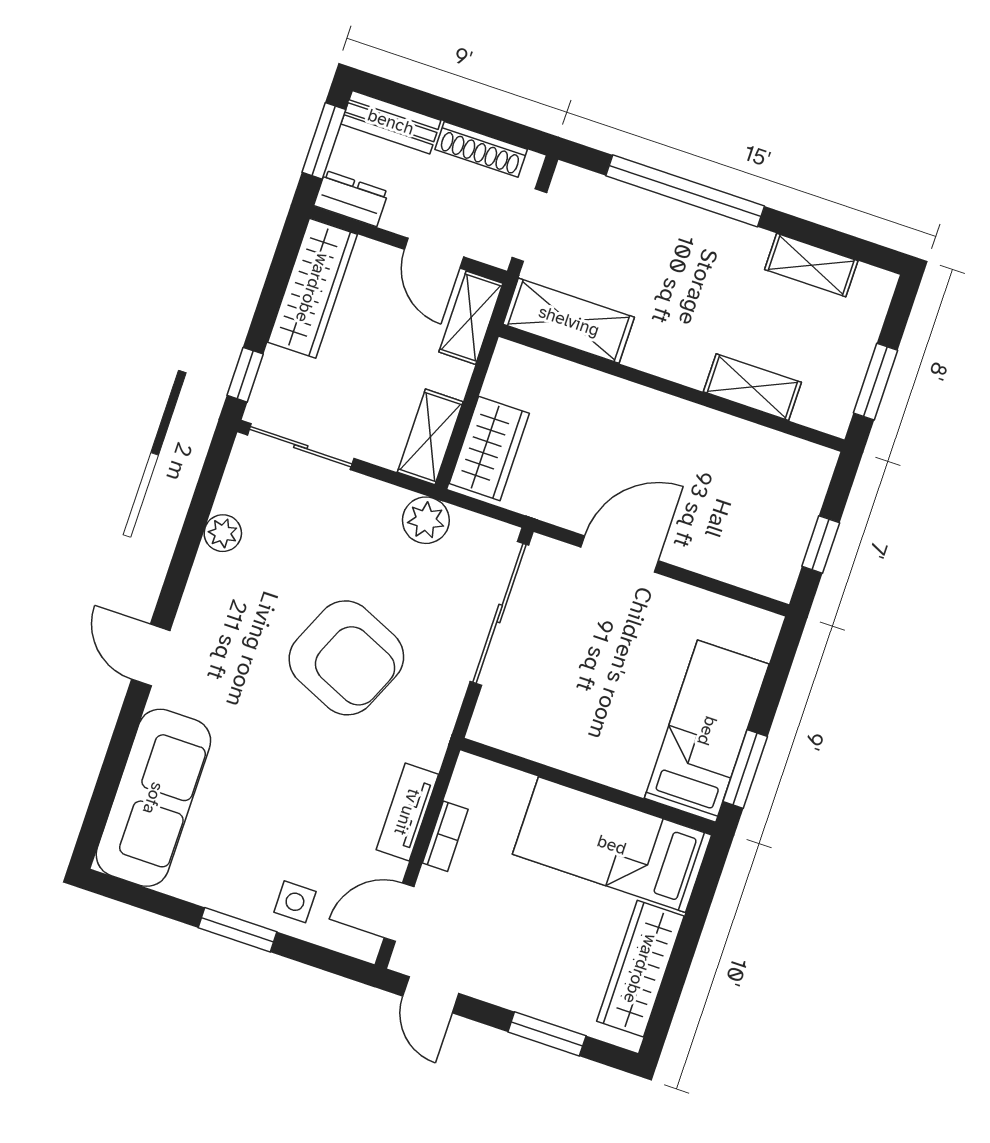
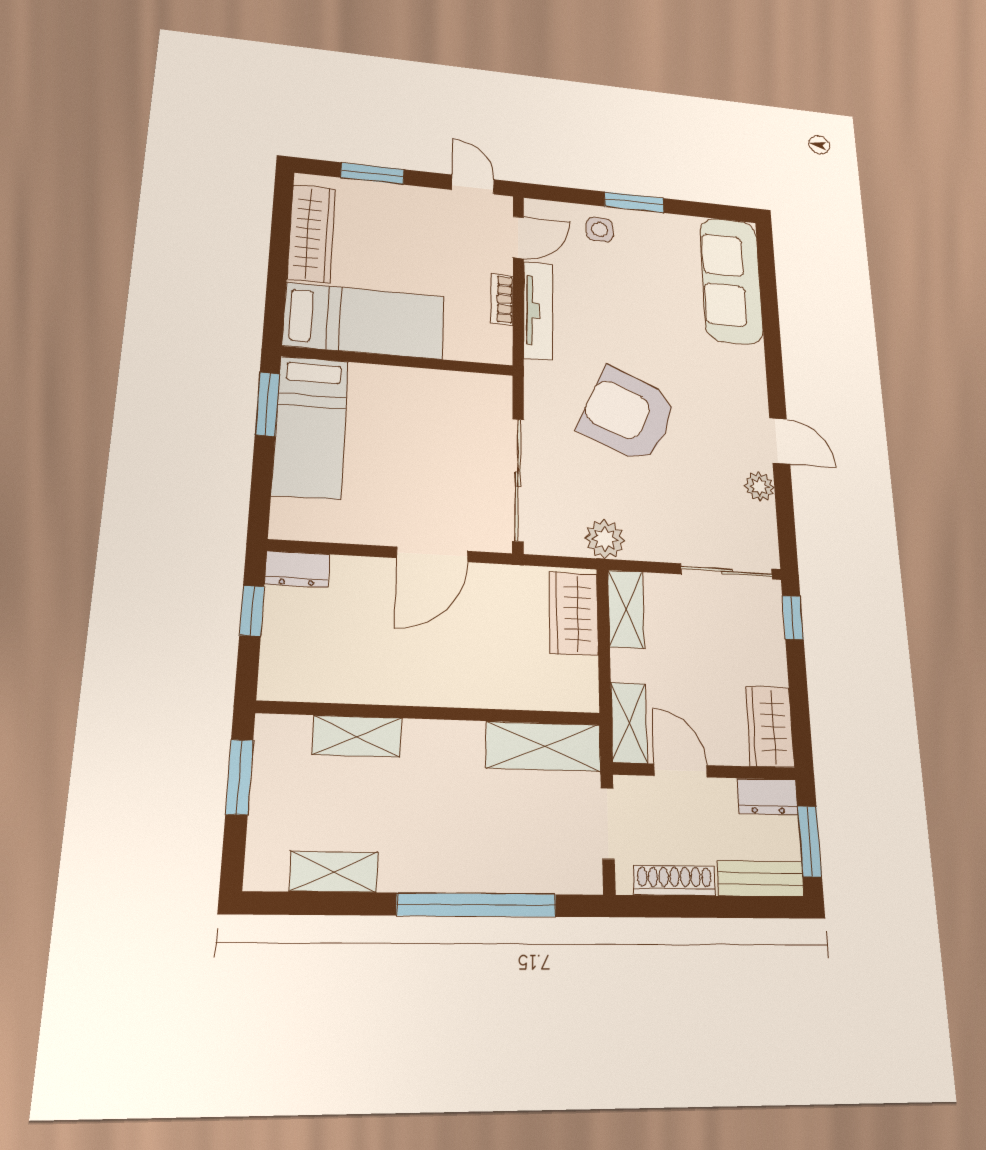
wardrobe: (312, 288) -> (770, 727), width x0.67
dresser: (764, 576) -> (297, 569), added
door: (151, 655) -> (780, 441), moved
tv unit: (407, 812) -> (538, 311), width x1.41

